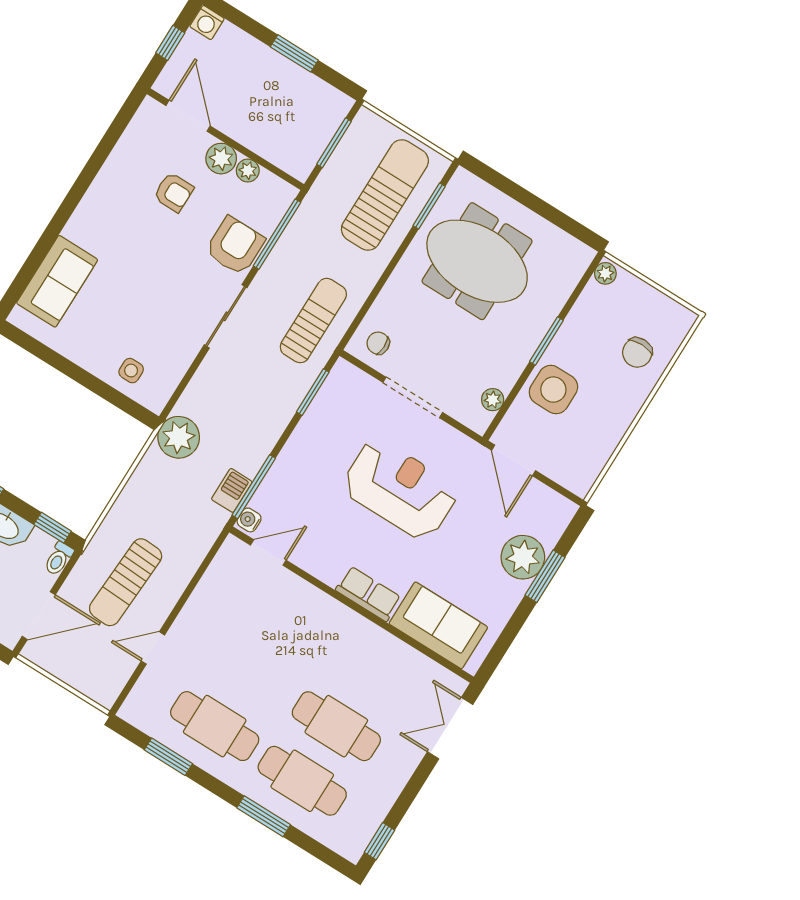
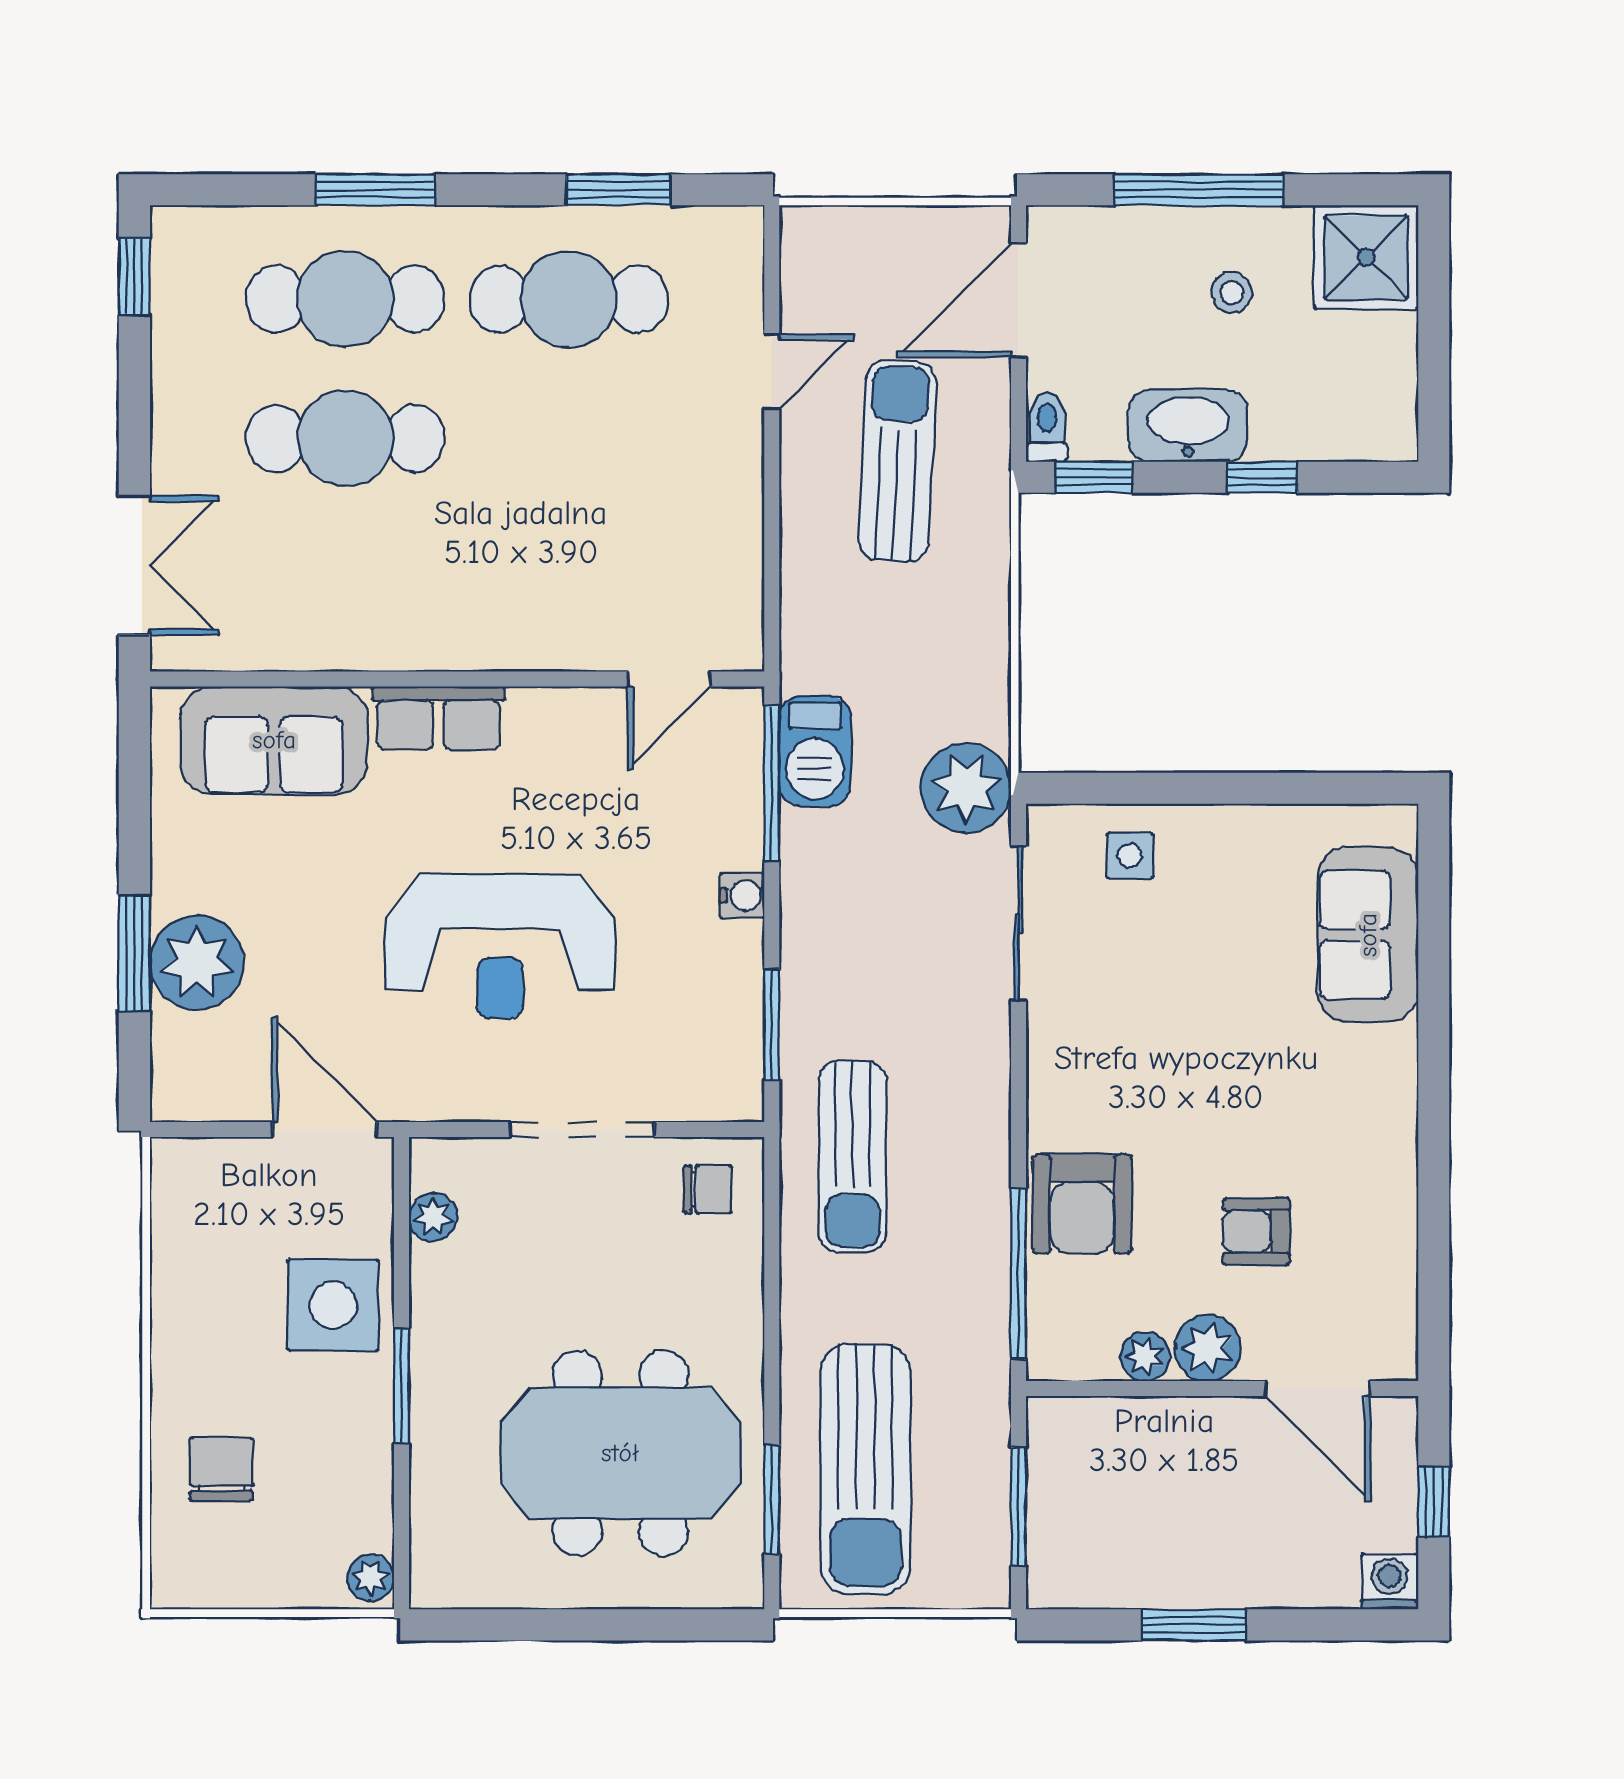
sliding door: (226, 316) -> (1018, 923), moved
barbecue: (232, 490) -> (815, 751), width x1.38, depth x1.27
water cooler: (249, 520) -> (742, 896), moved

